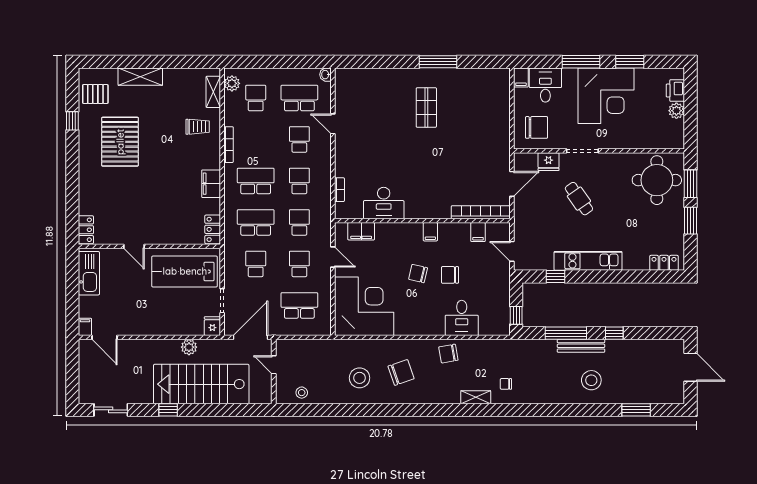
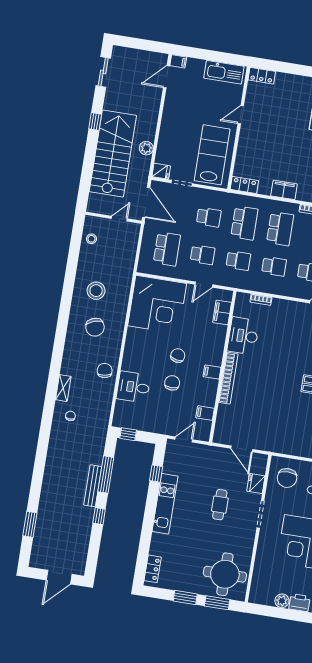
cafe table: (579, 199) -> (220, 505), turned -55
bookcase: (481, 212) -> (228, 378), moved
stool: (591, 380) -> (62, 490), removed

